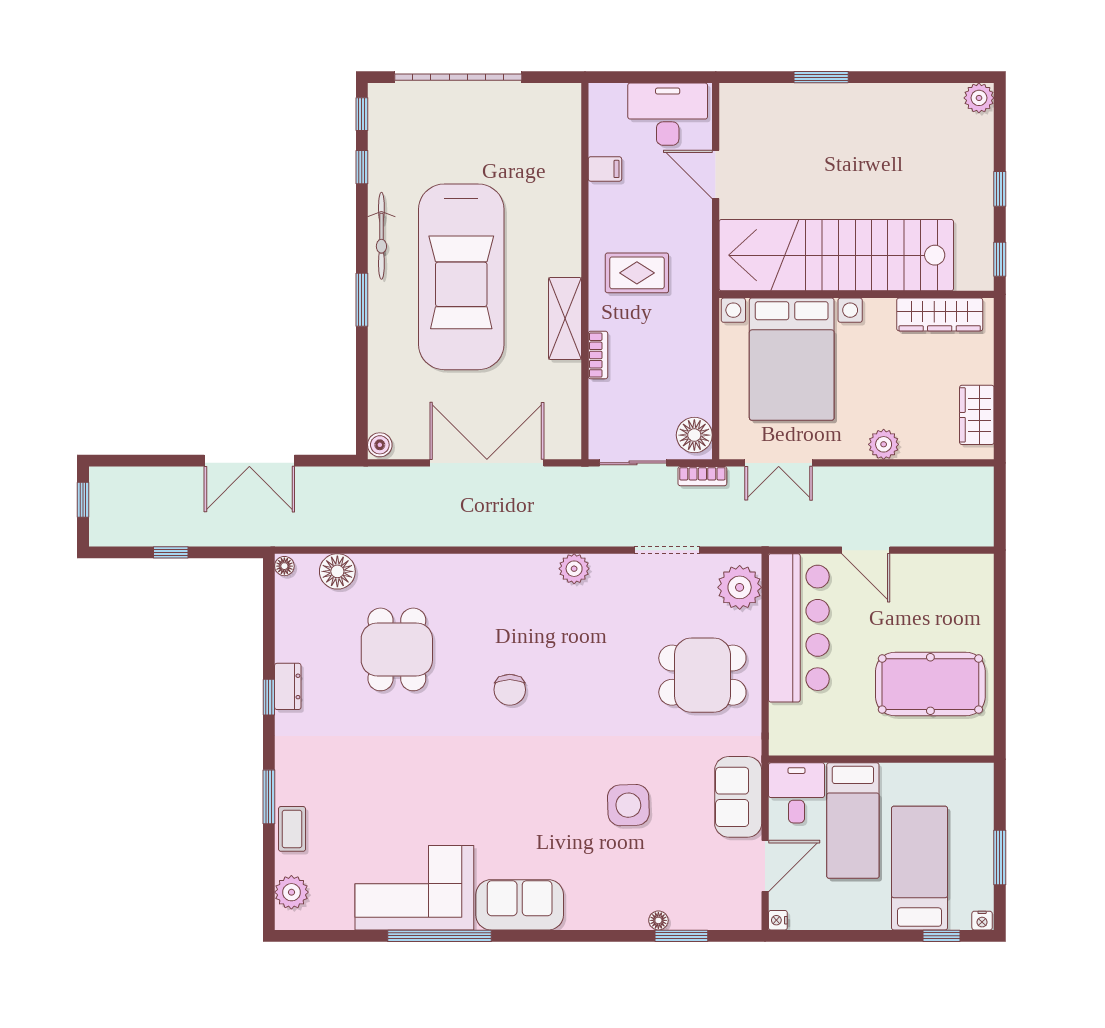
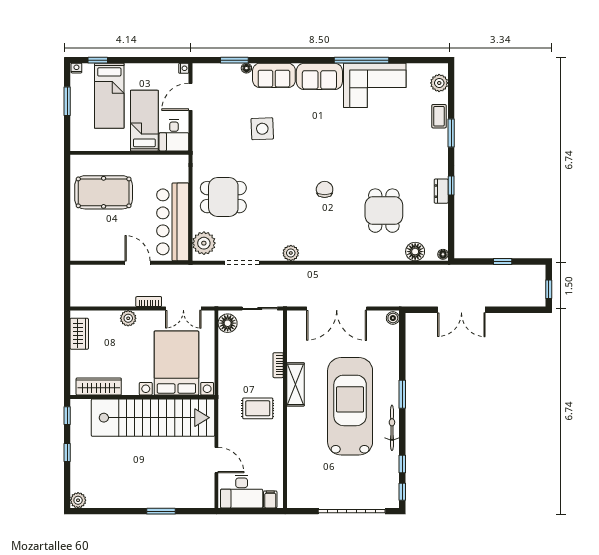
filing cabinet: (605, 169) -> (270, 499), moved, turned 90
double door: (249, 461) -> (461, 310), swing flipped
double door: (779, 463) -> (183, 309), swing flipped
bookcase: (702, 476) -> (149, 302), moved
sofa: (738, 797) -> (274, 75), moved, turned 90

